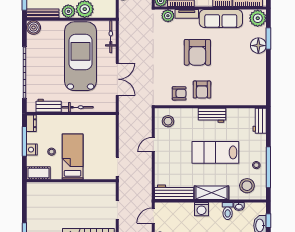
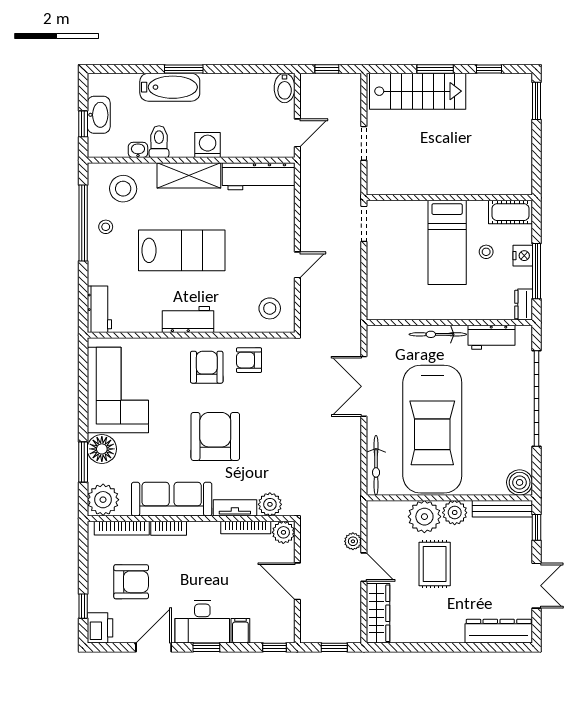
corner sofa: (250, 77) -> (118, 390), added

